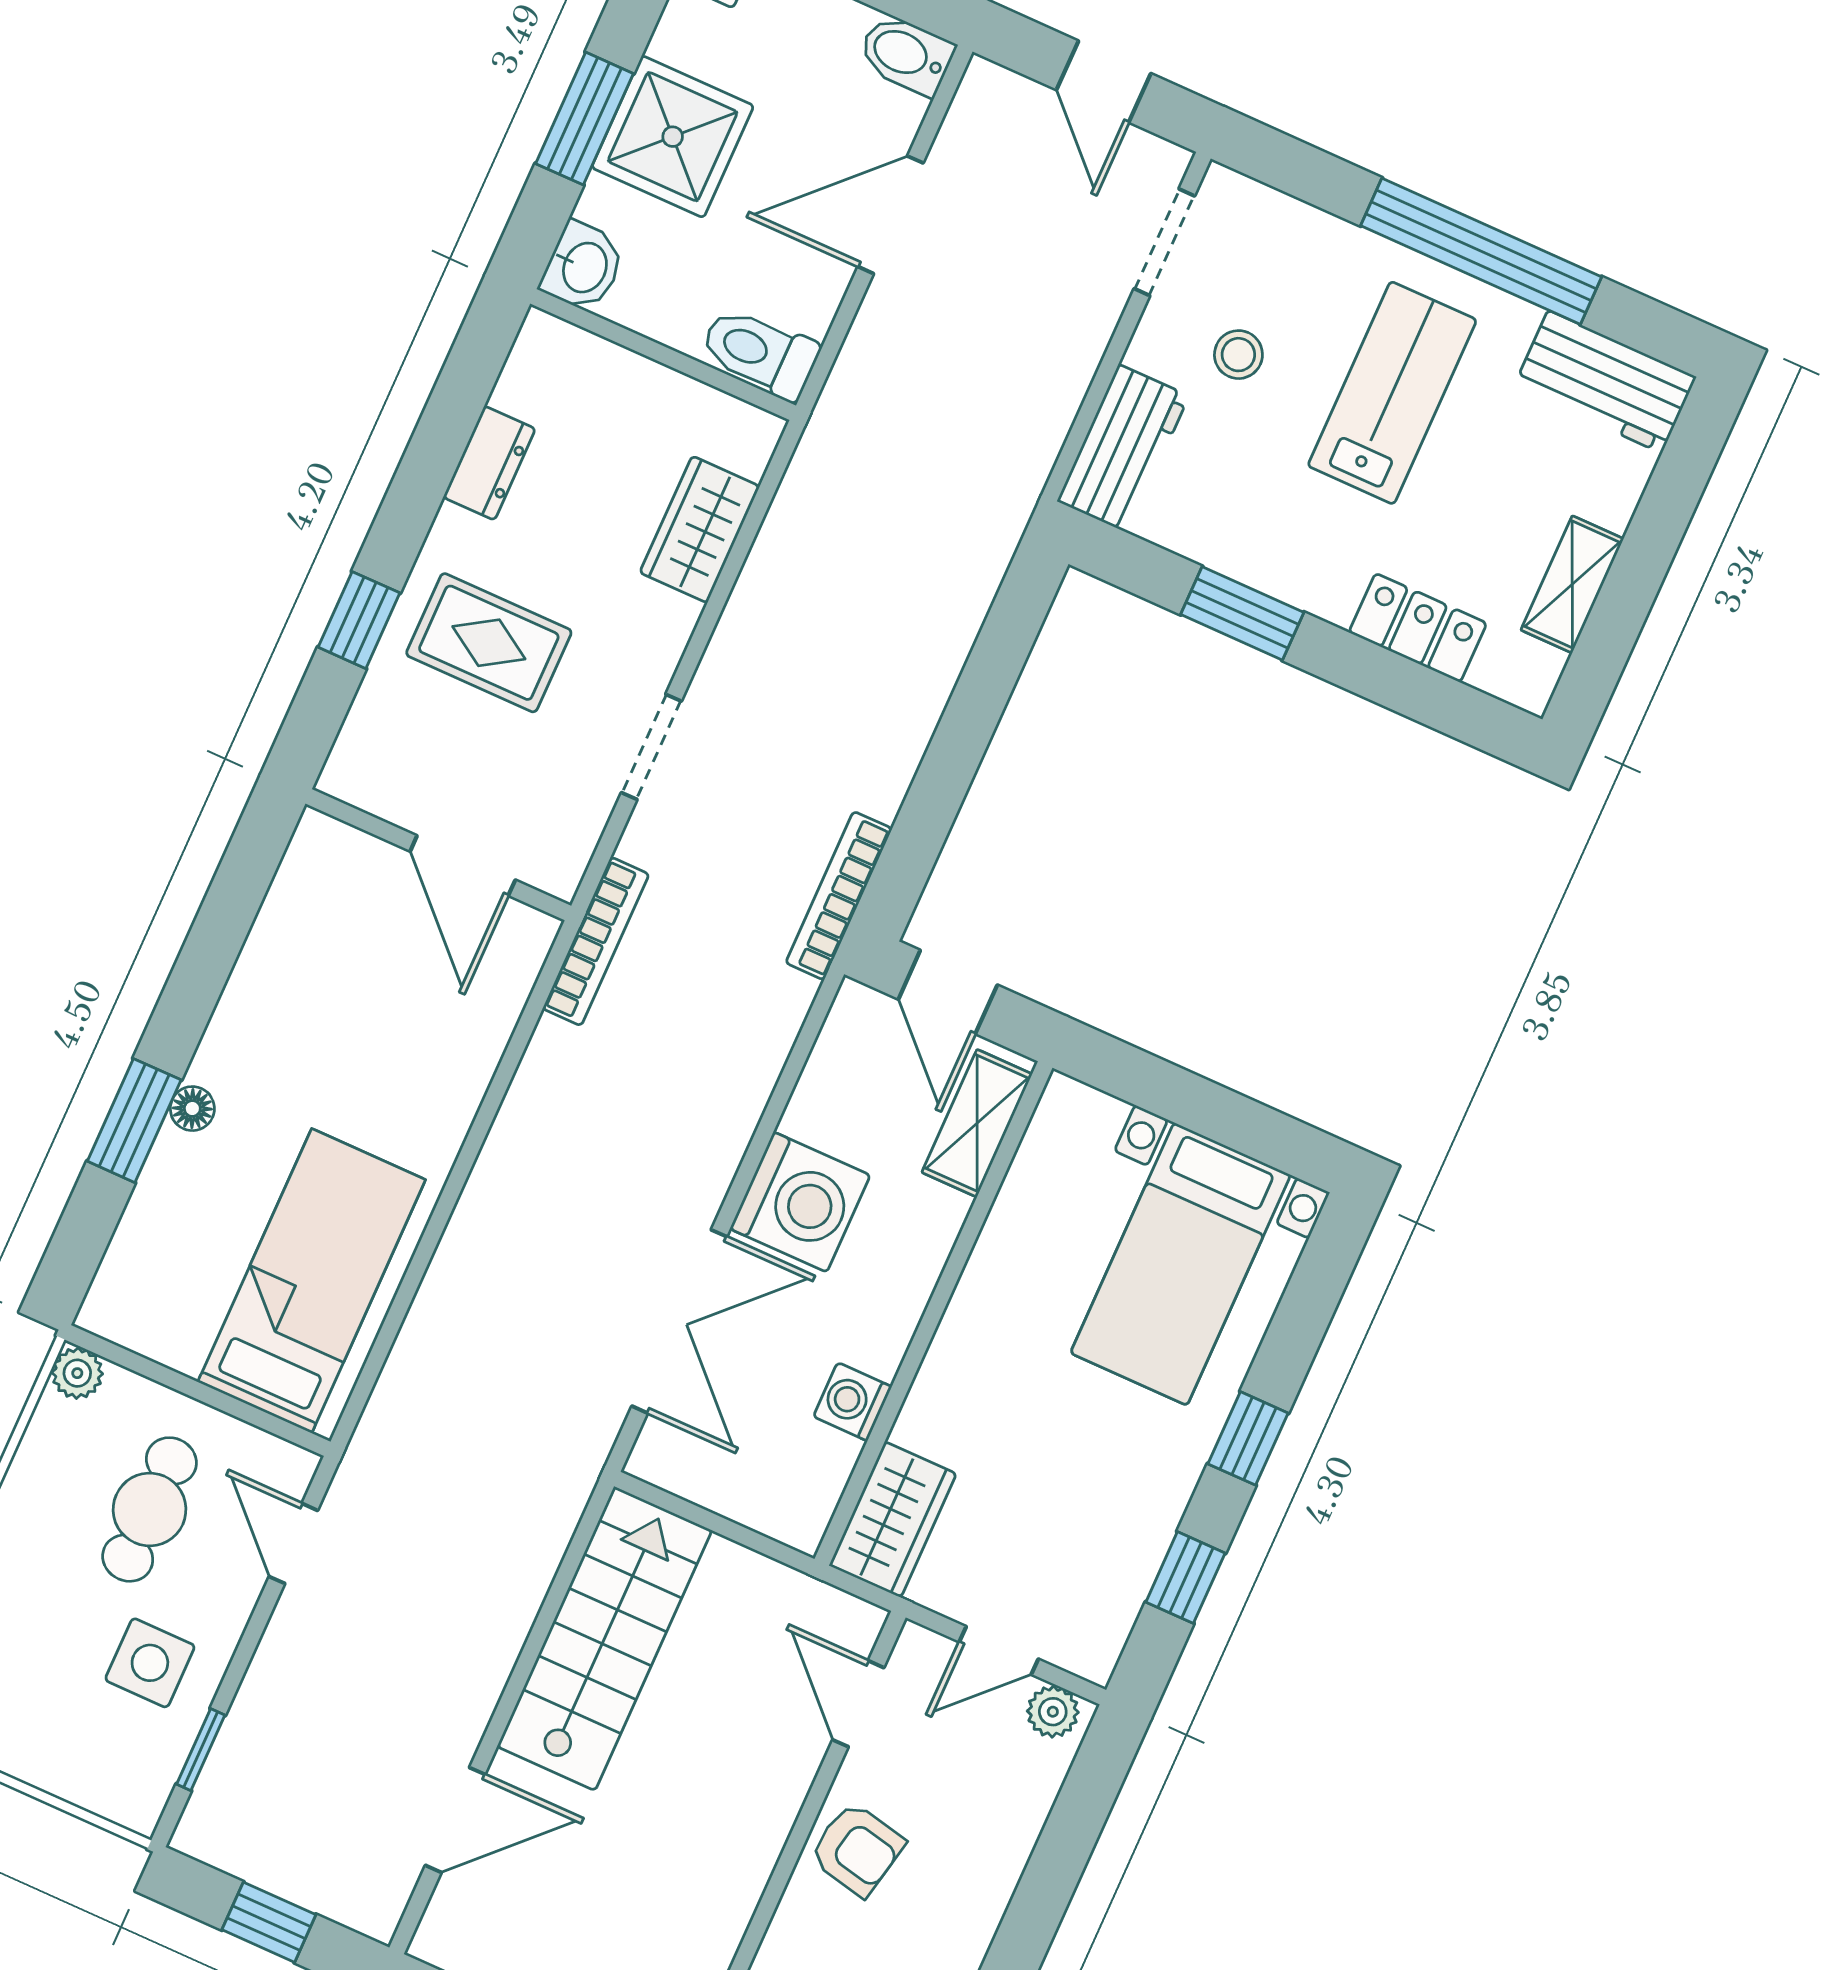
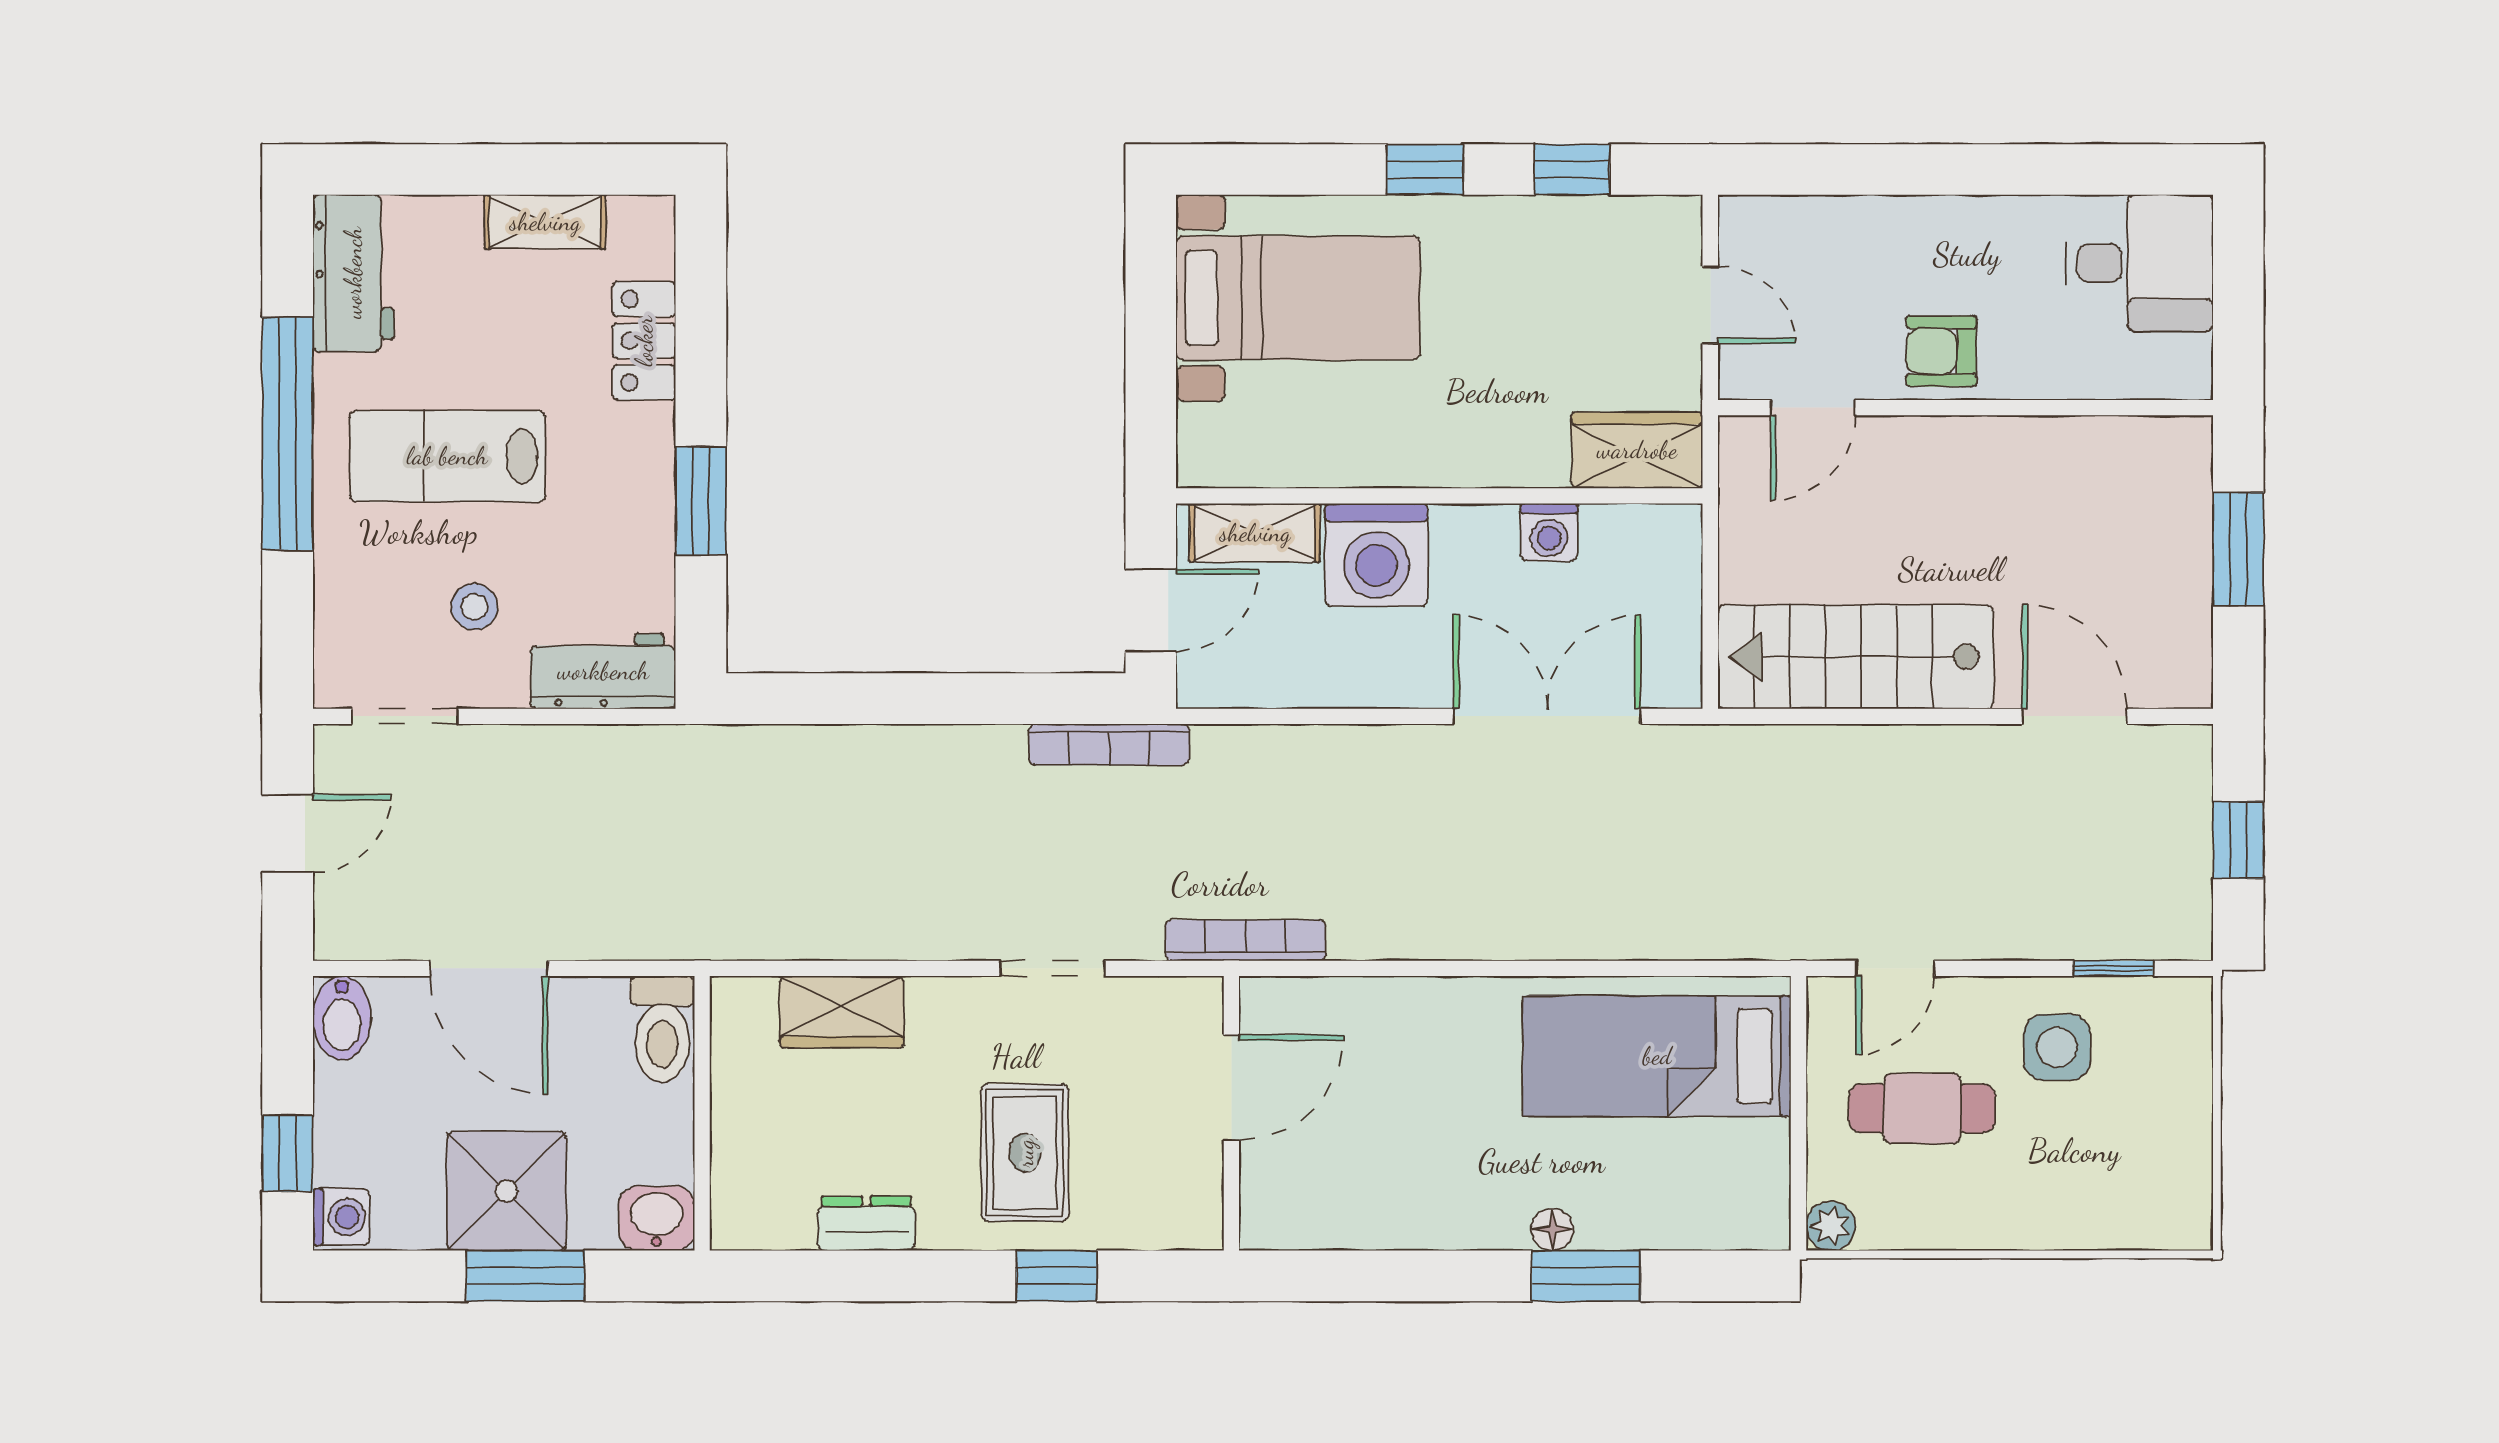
washing machine: (800, 1202) -> (1376, 555), moved, turned 180
plant: (1053, 1712) -> (1743, 233), removed
armchair: (857, 1849) -> (1941, 351), turned -102

